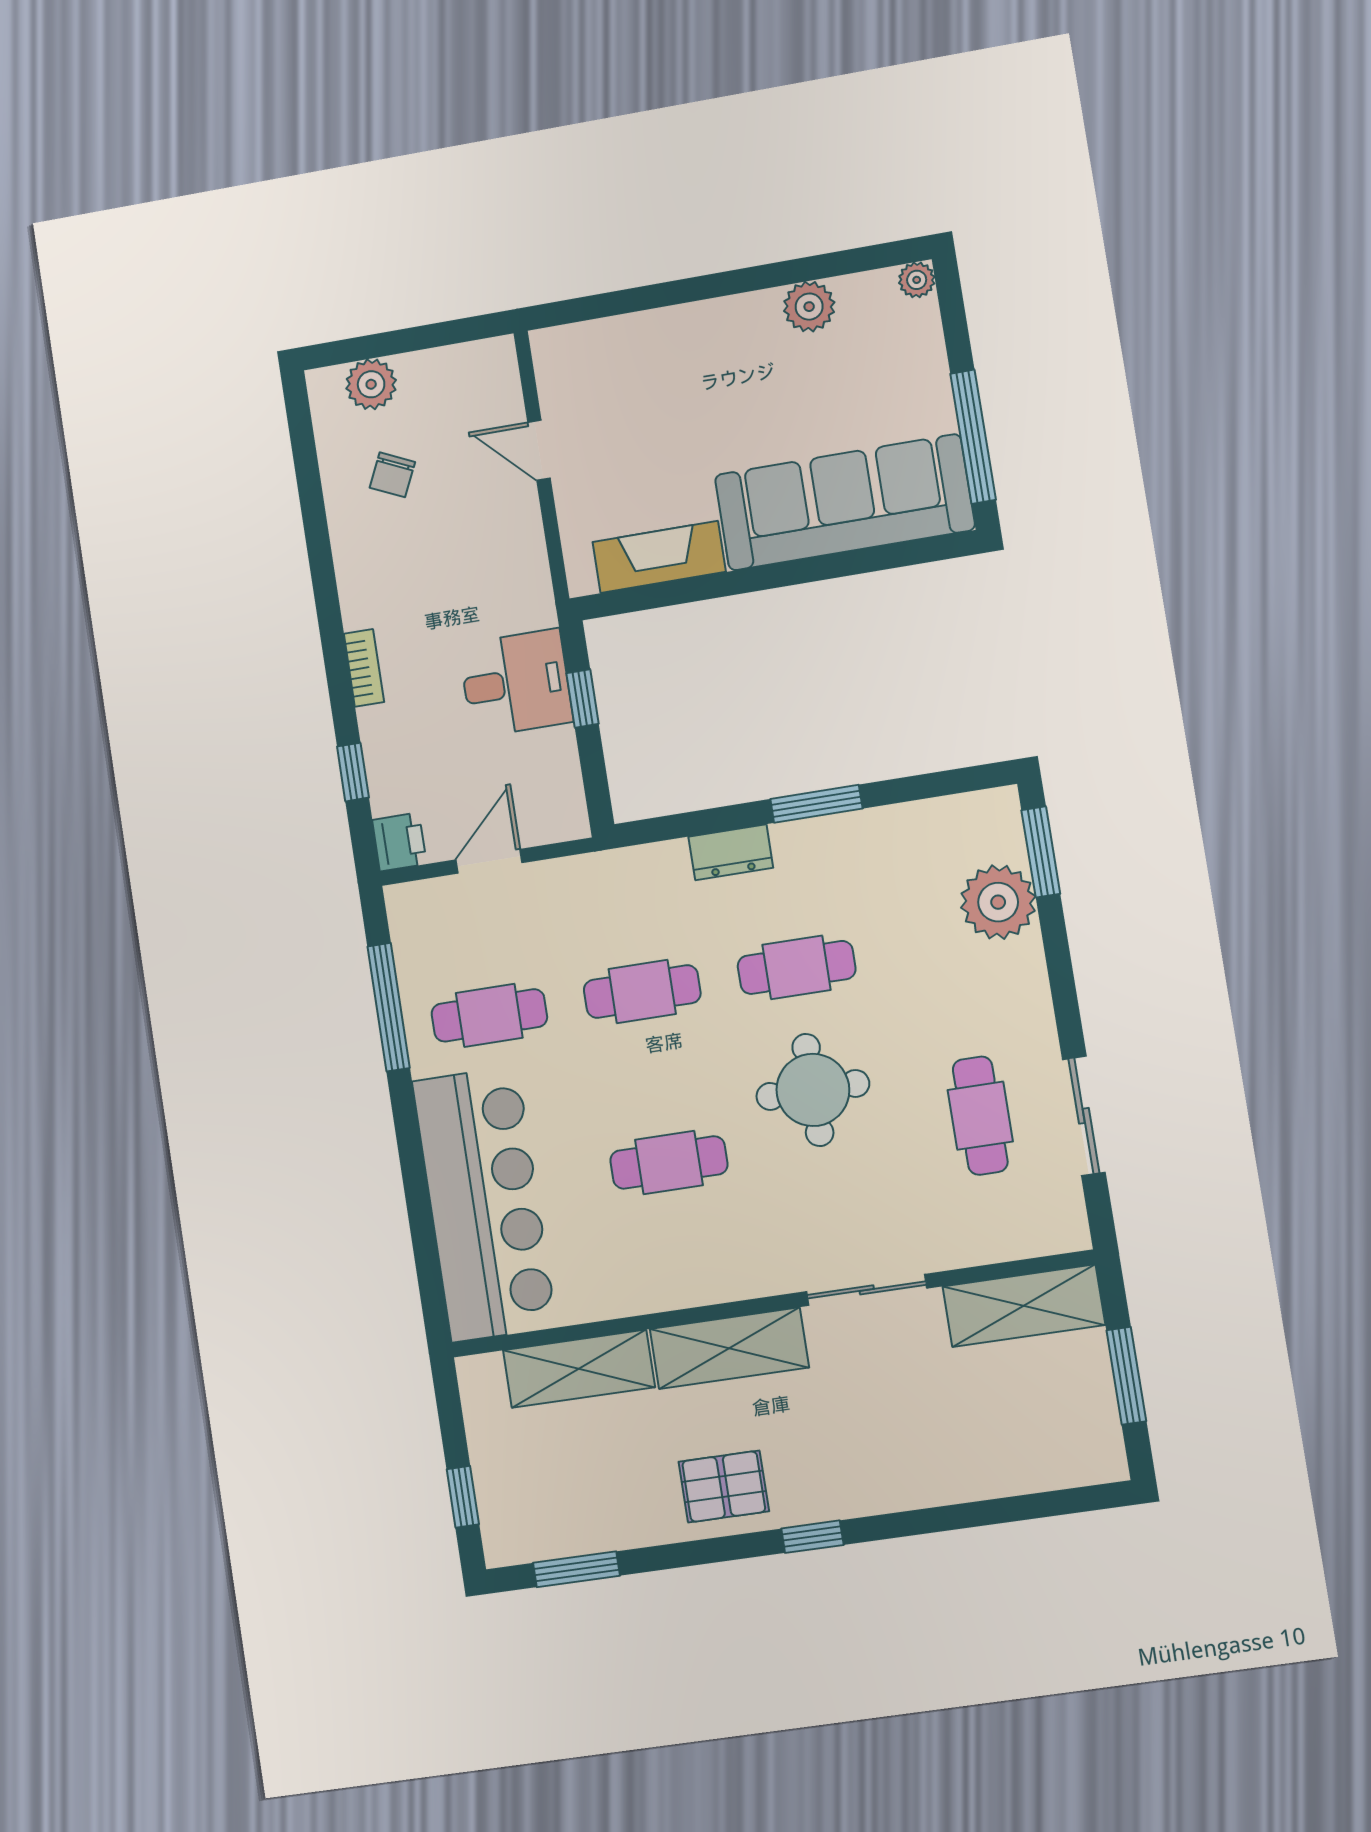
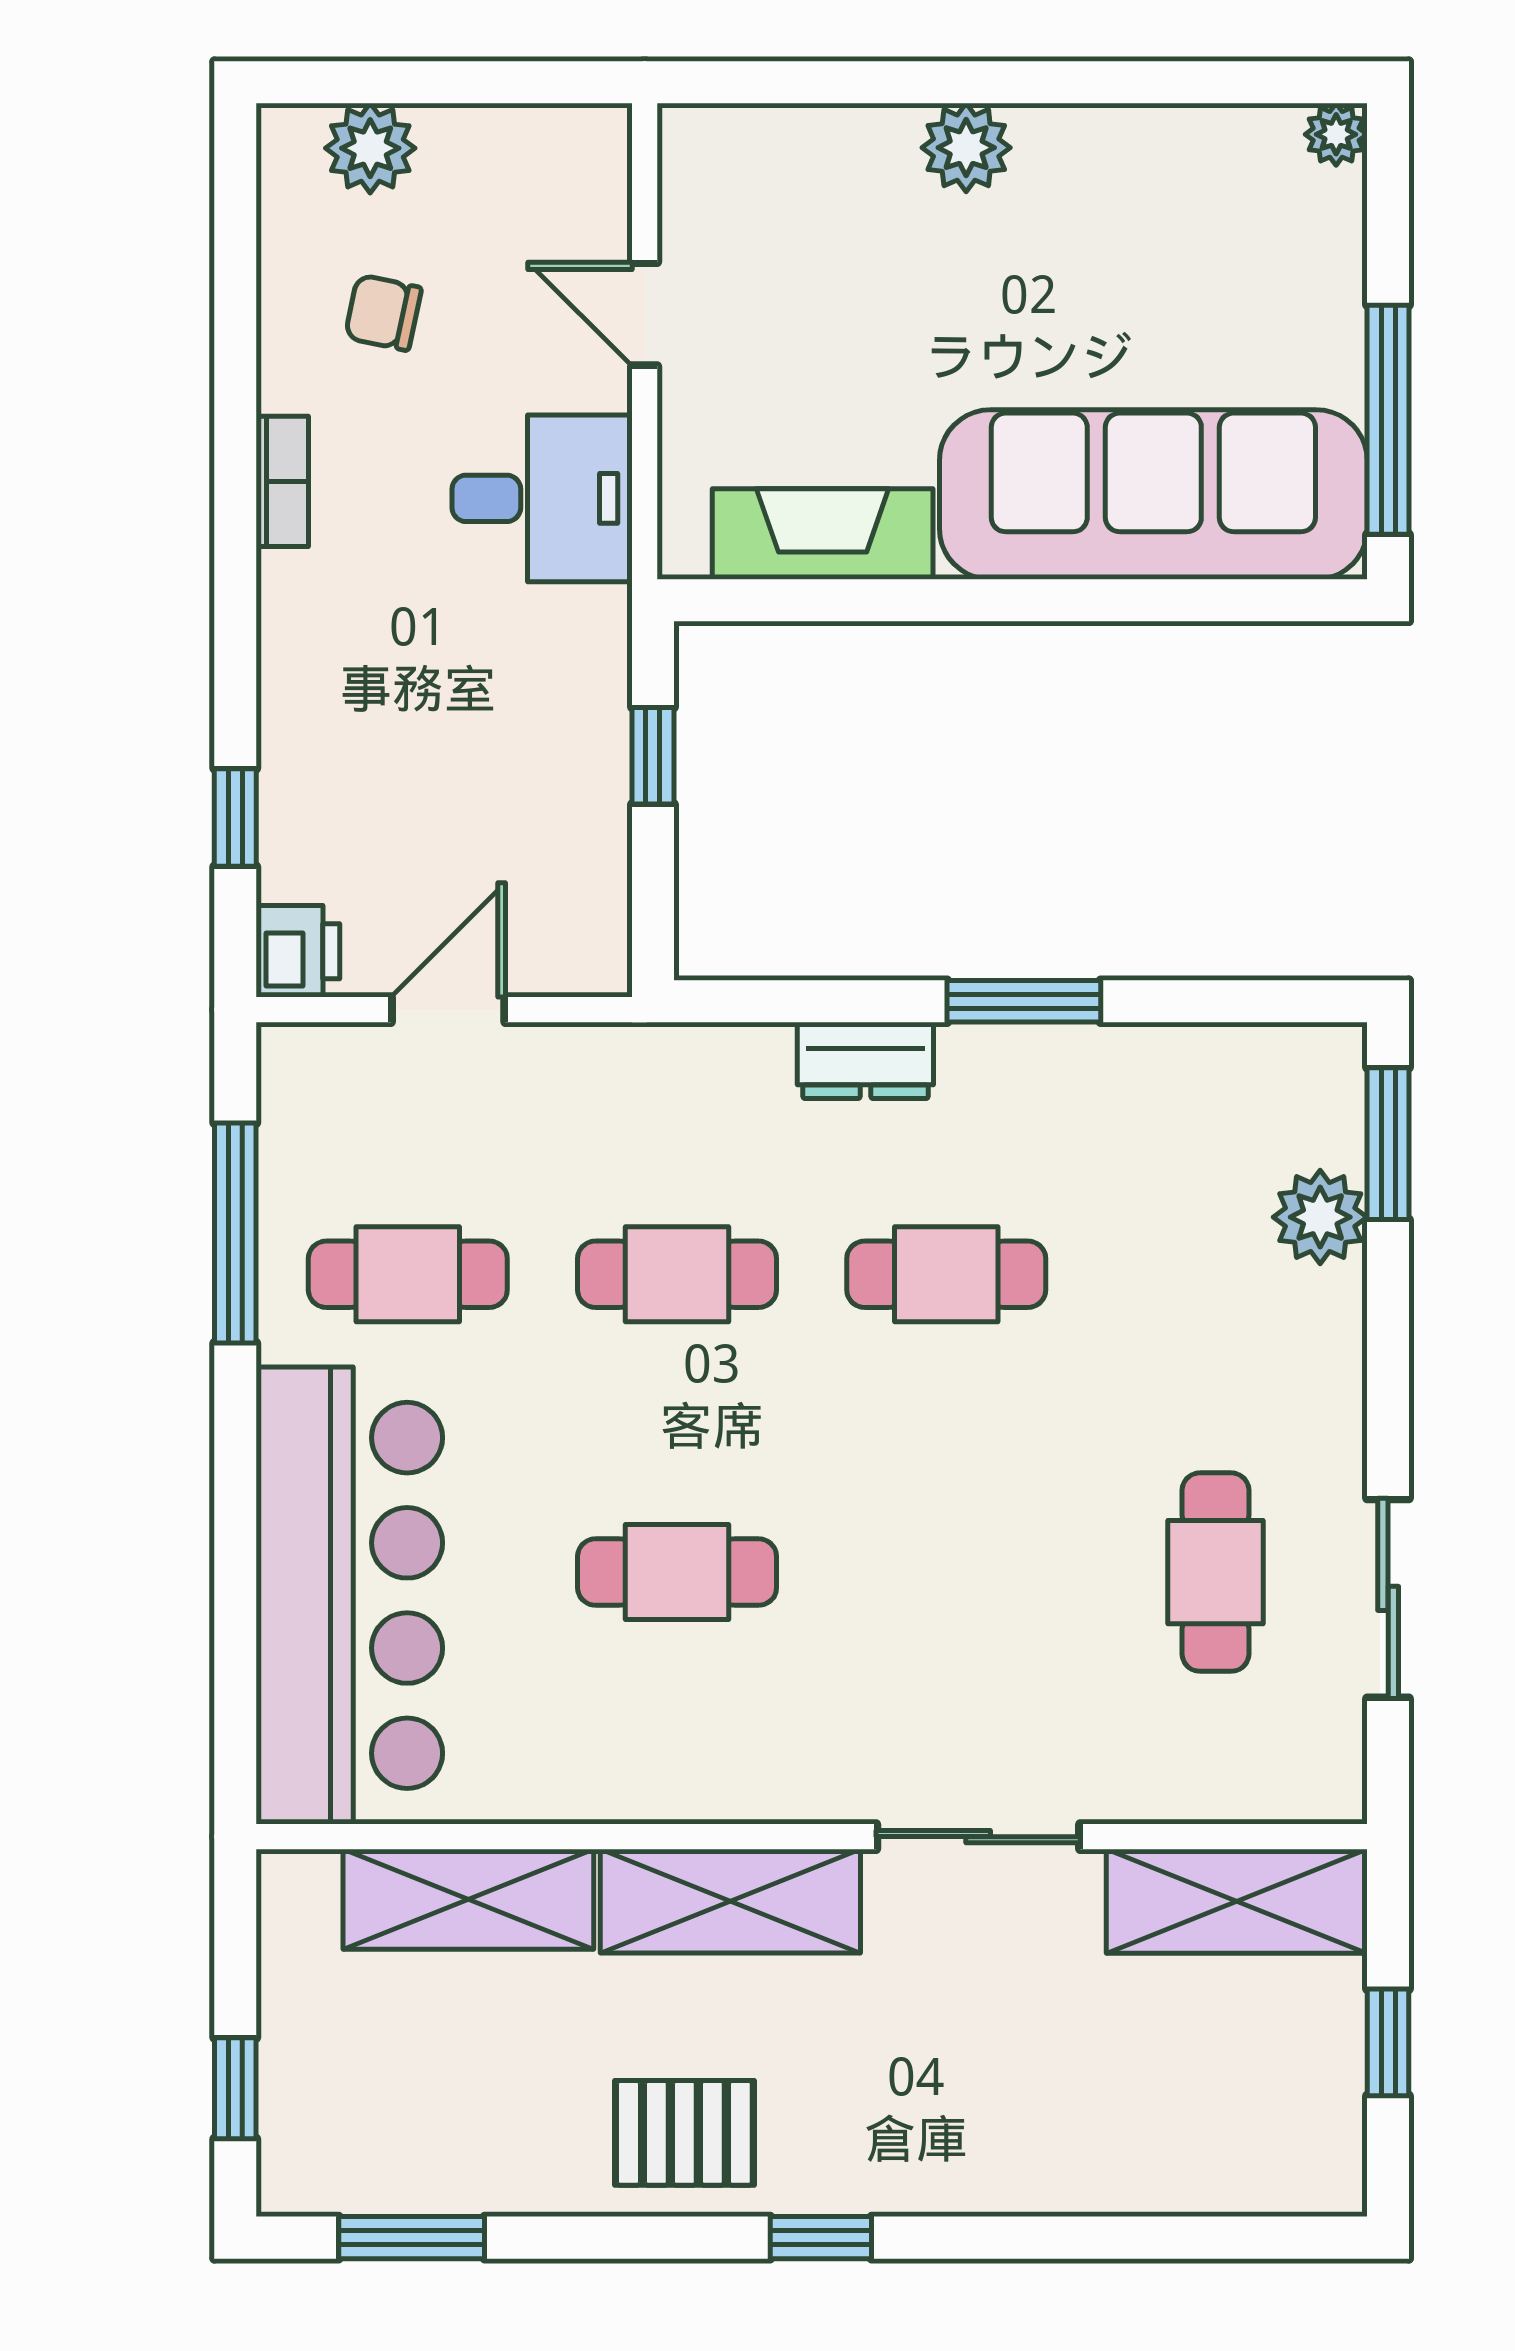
plant: (809, 307) -> (966, 148), moved
chair: (392, 475) -> (383, 313), turned 77
bookcase: (364, 668) -> (282, 481), moved
desk: (516, 683) -> (542, 498), moved
plant: (998, 902) -> (1320, 1217), width x0.73, depth x0.73
round table: (813, 1090) -> (941, 1486), removed
window: (1126, 1376) -> (1388, 2042), width x0.67

